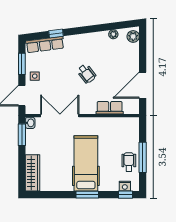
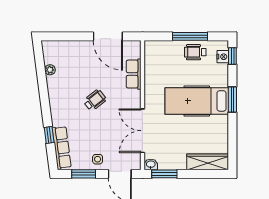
plant: (133, 36) -> (52, 47), removed

